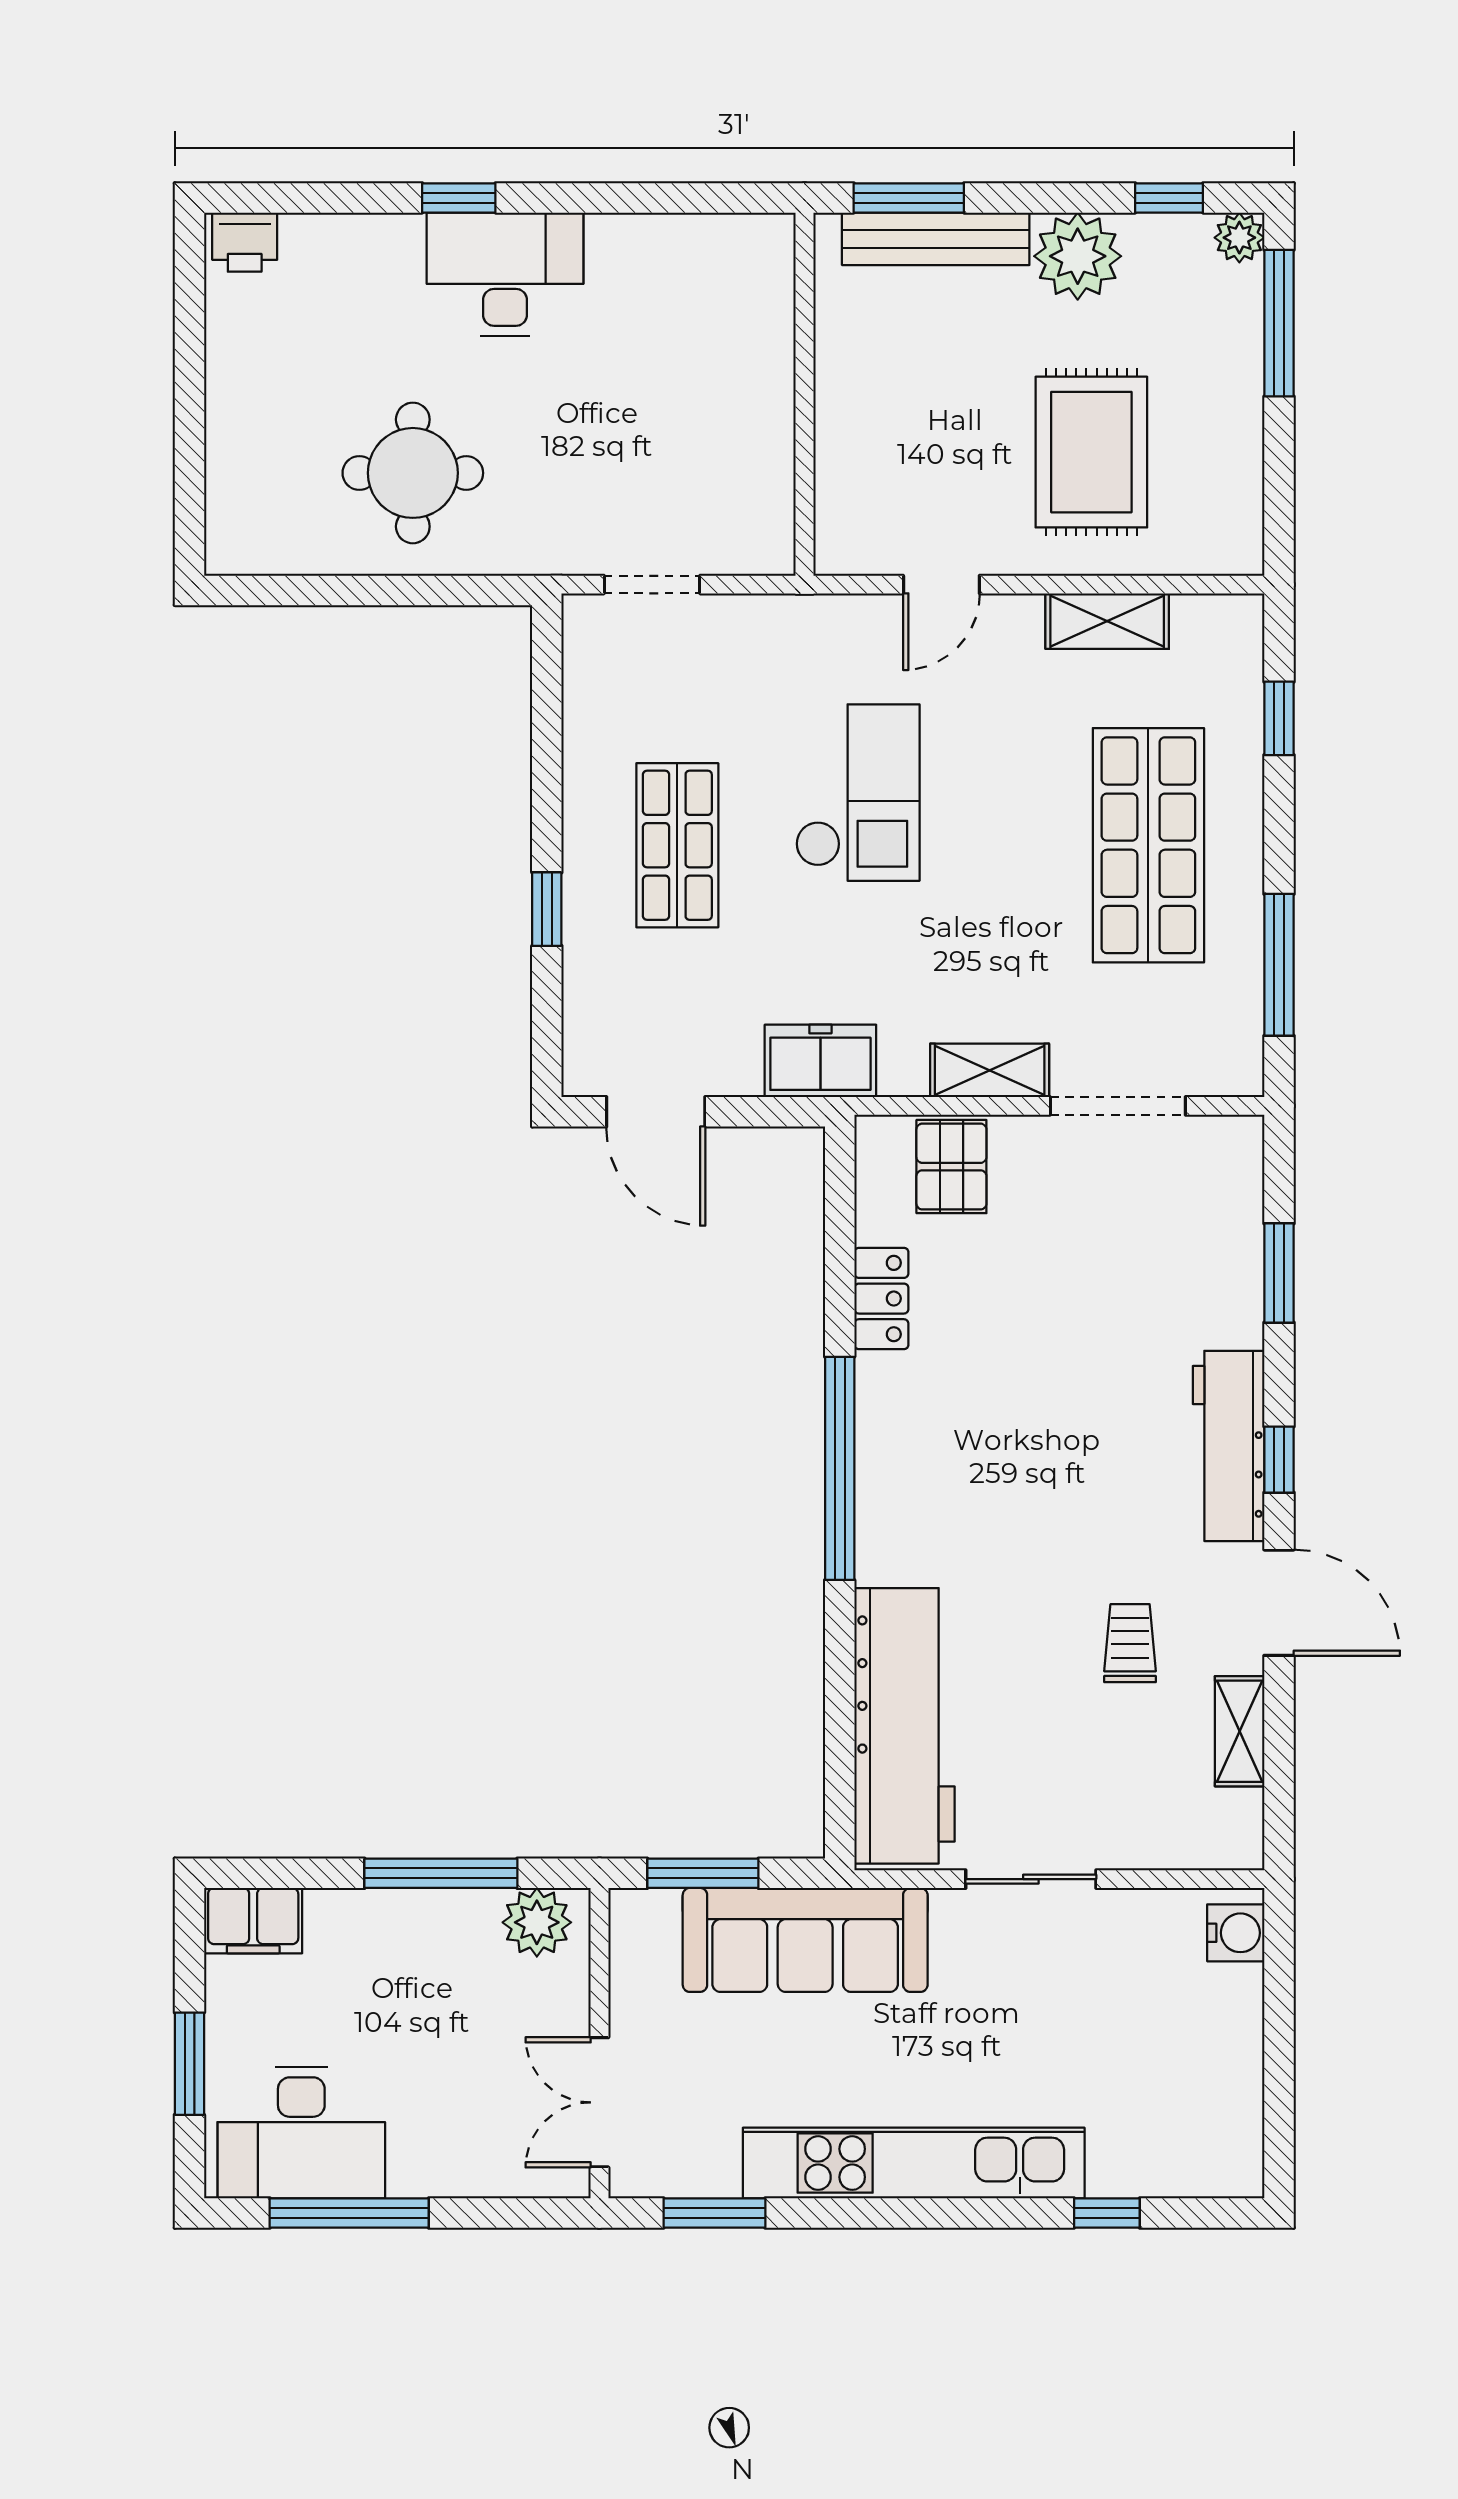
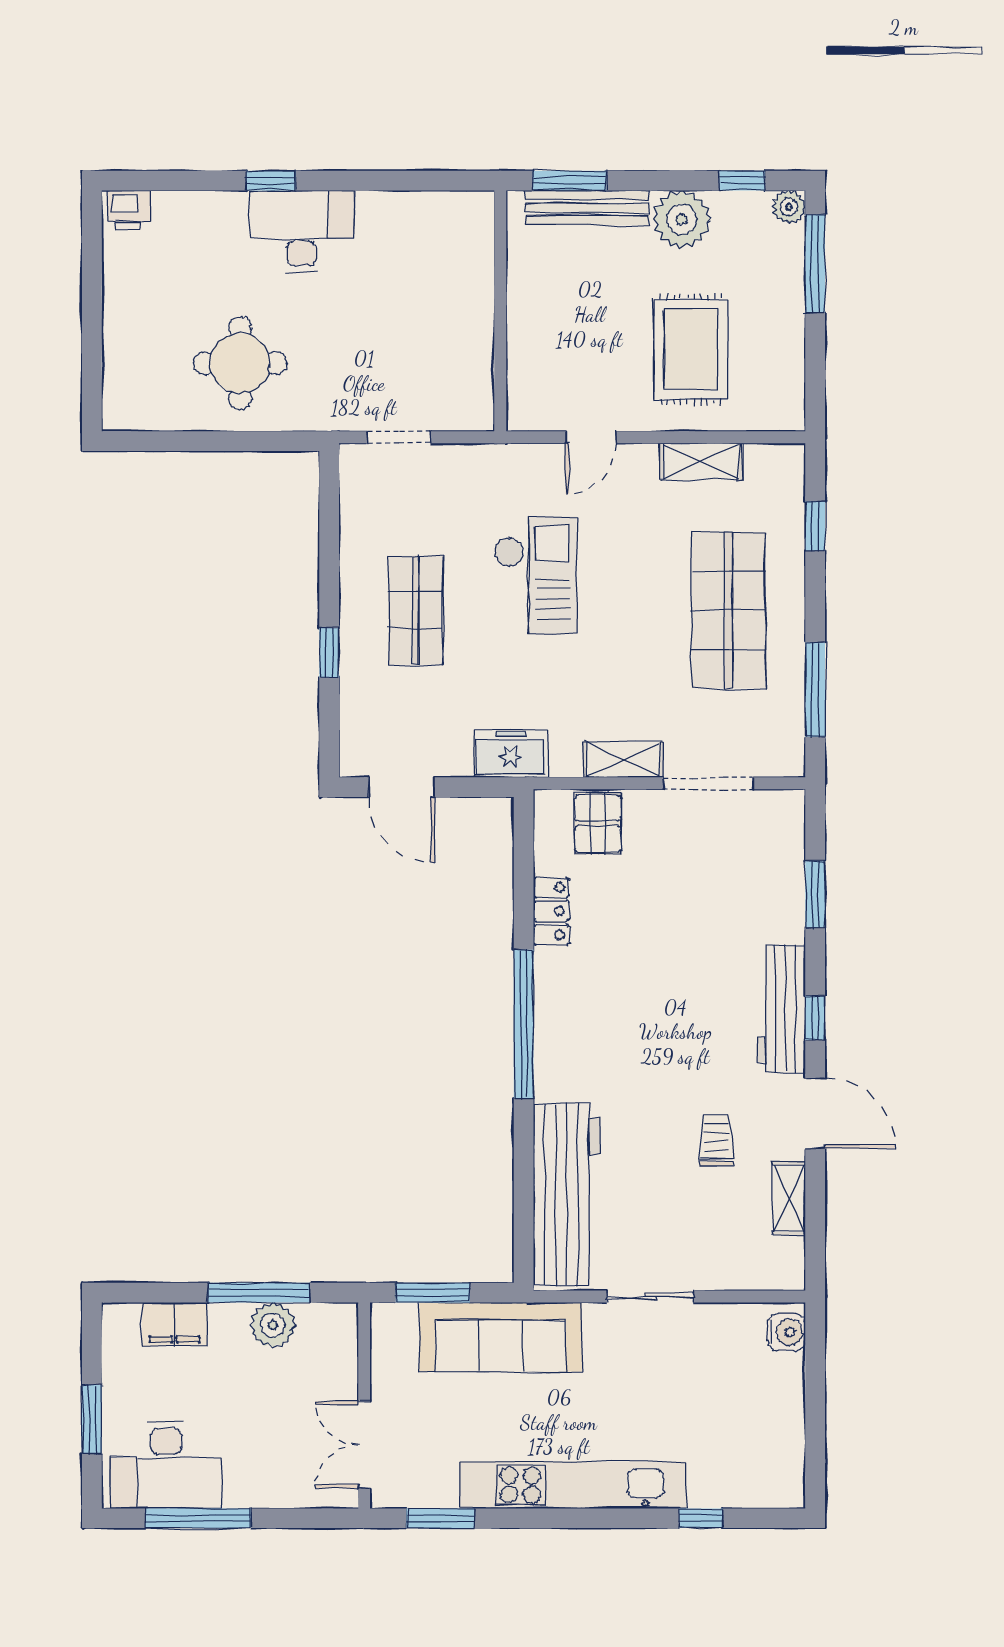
filing cabinet: (253, 1921) -> (174, 1324), moved
plant: (537, 1922) -> (273, 1325), moved

